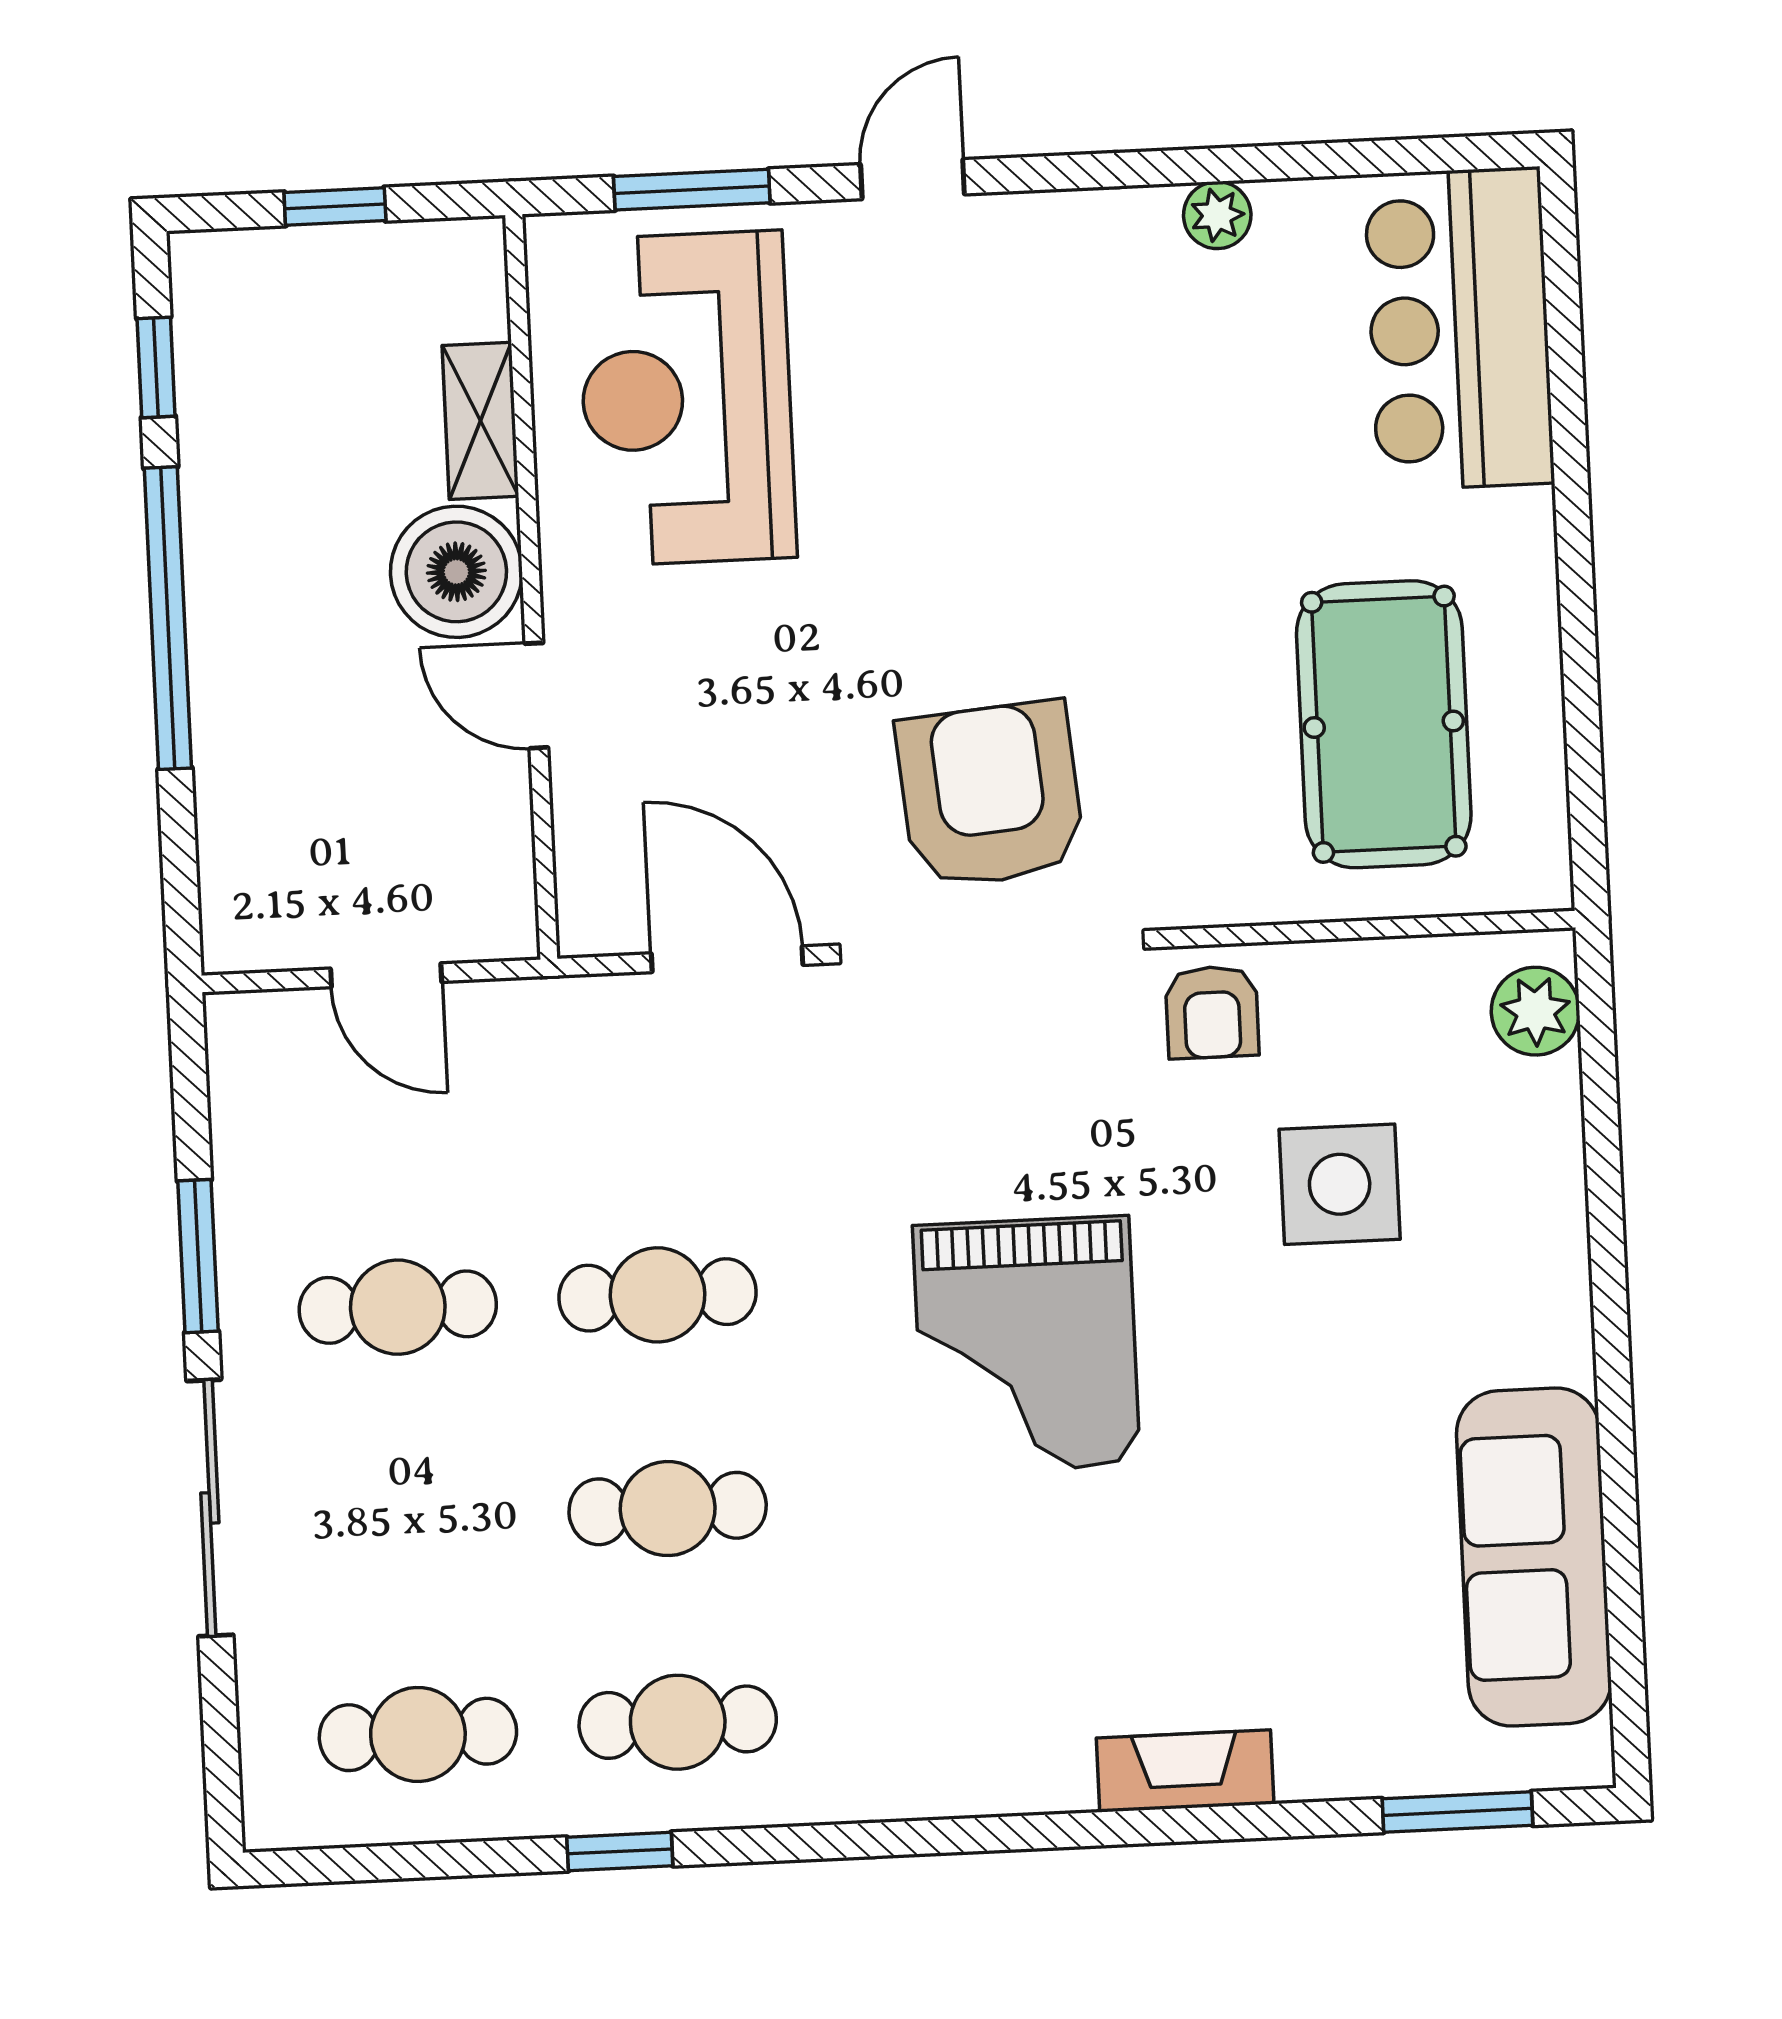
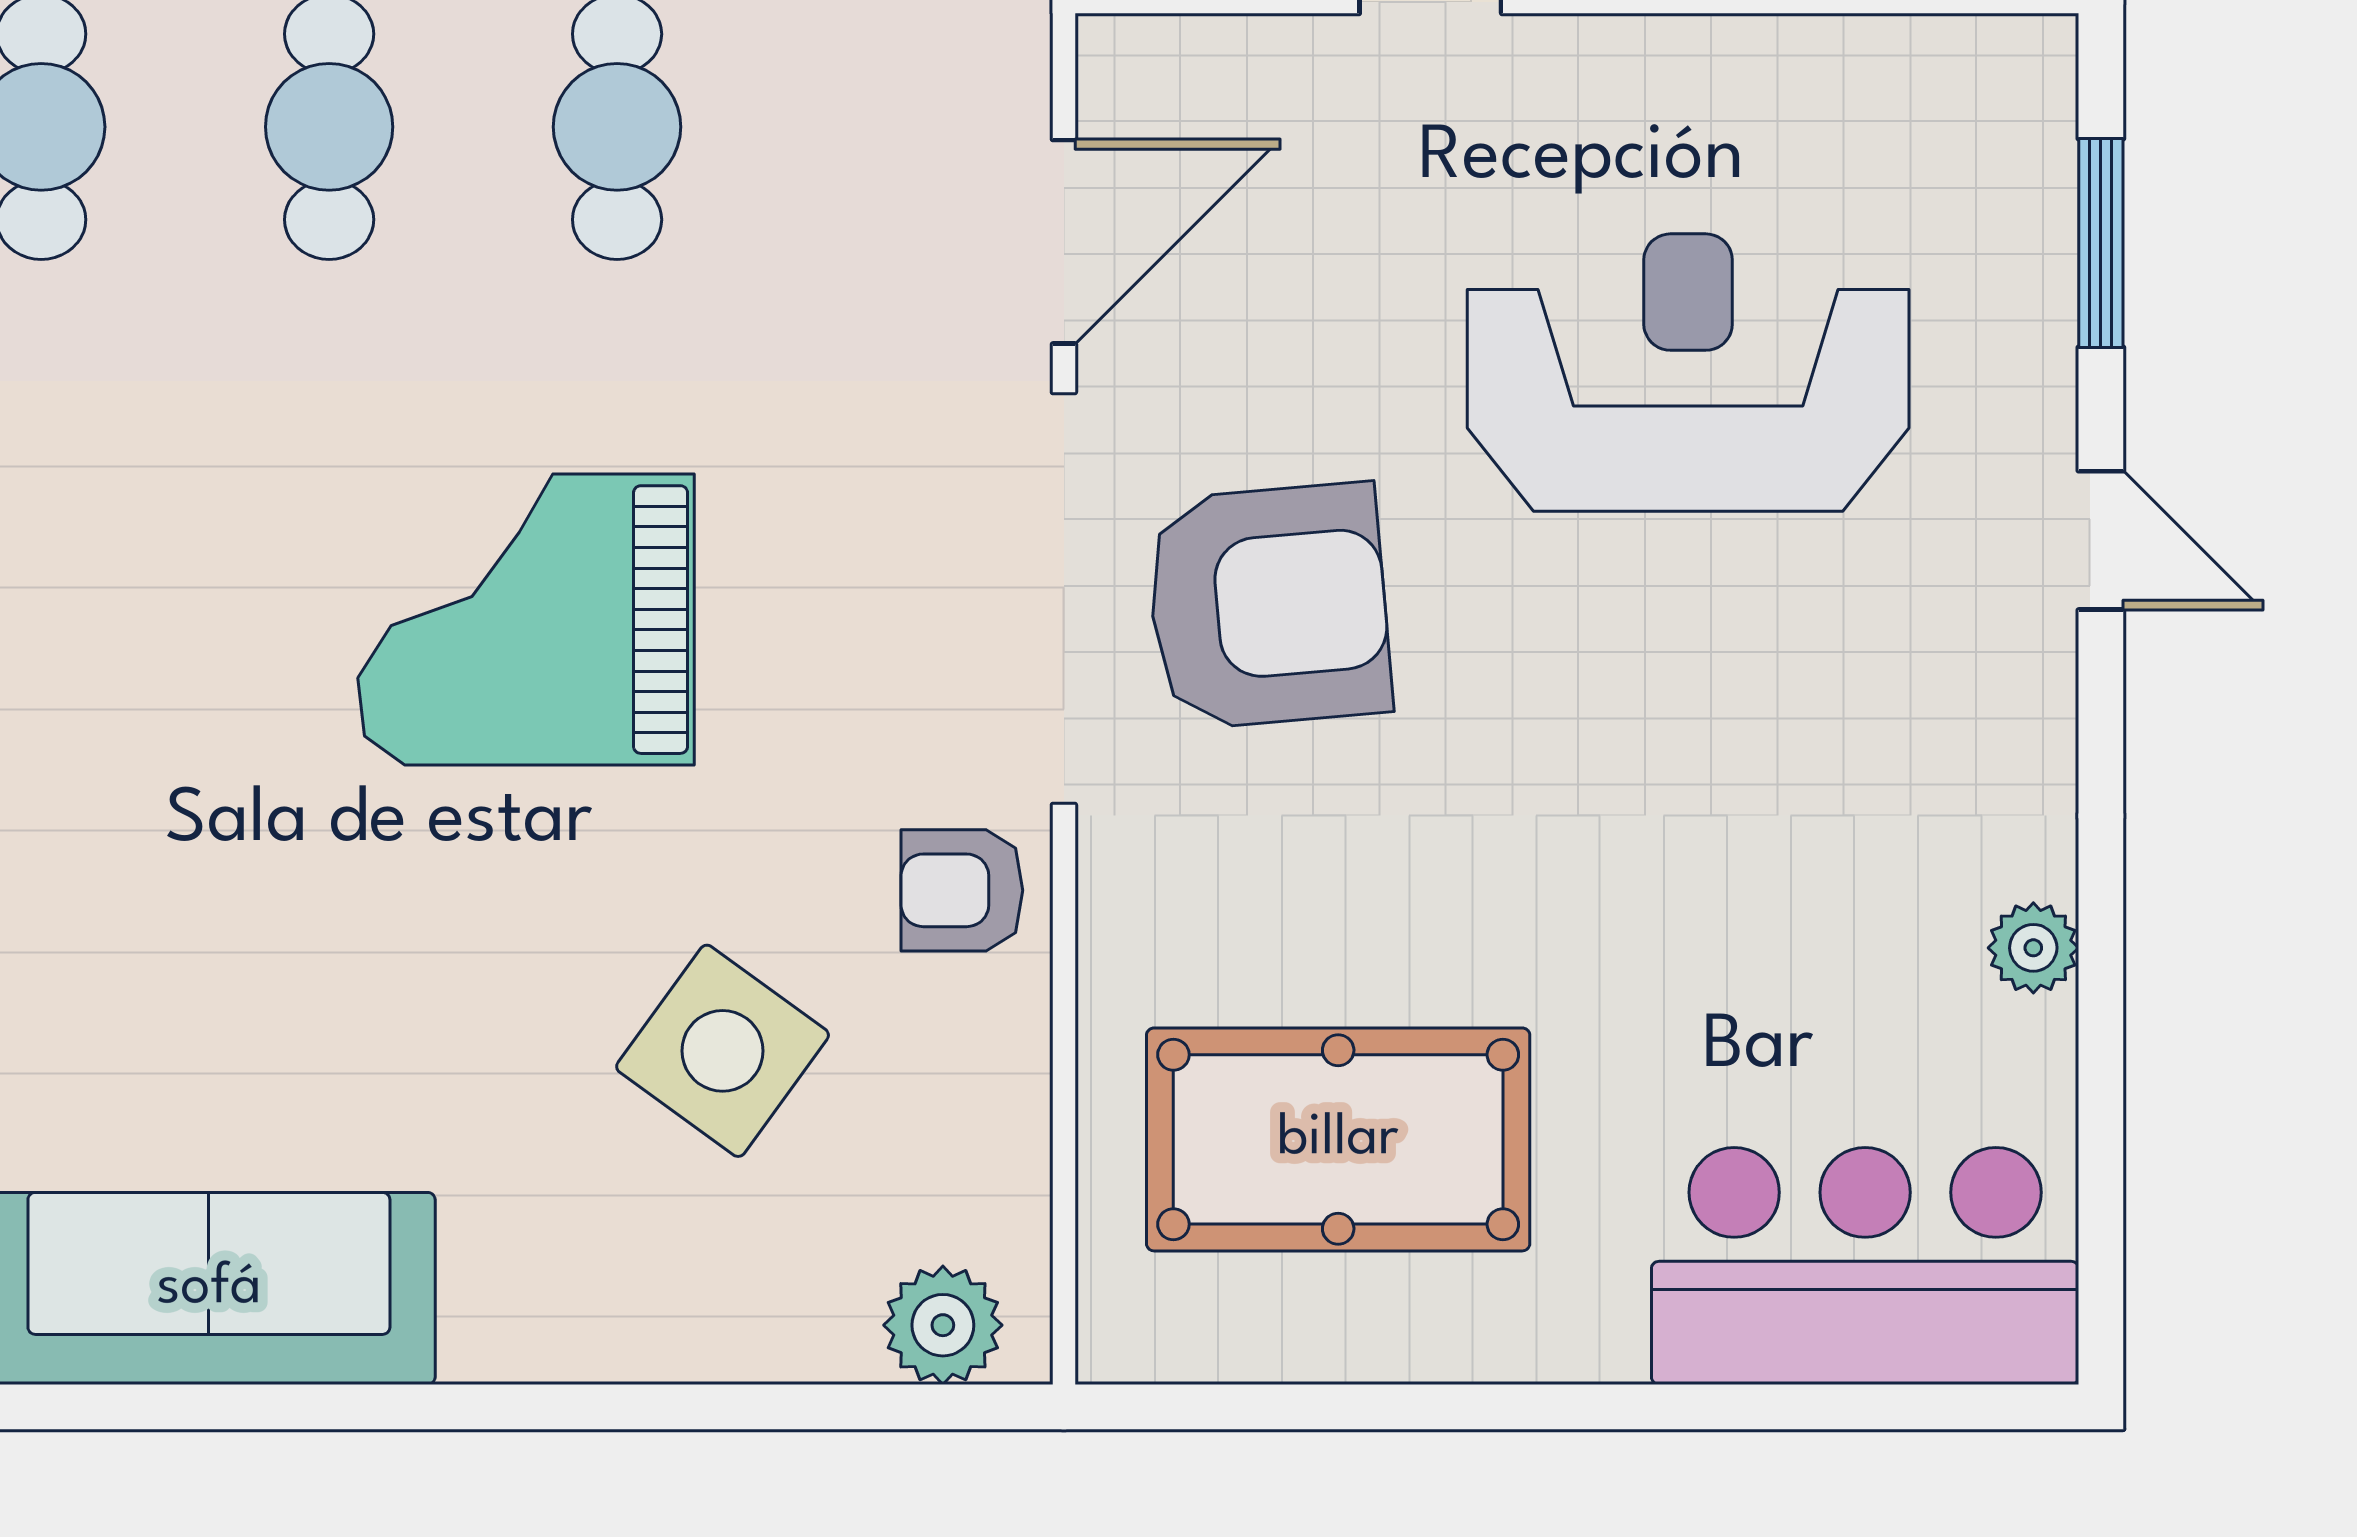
reception desk: (687, 398) -> (1688, 373), moved
side table: (1340, 1184) -> (723, 1051), turned 36

